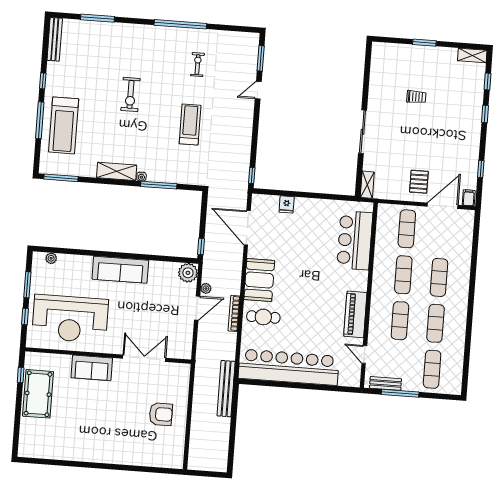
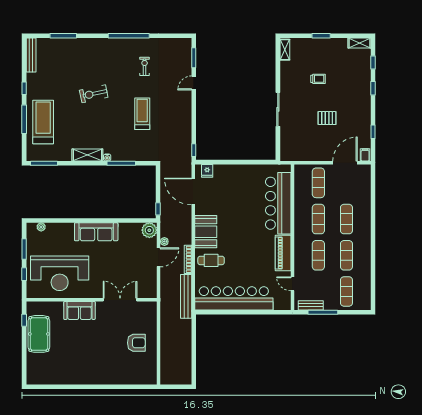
exercise bike: (130, 94) -> (94, 94), turned 78
treadmill: (64, 125) -> (43, 122), turned 180
pallet: (419, 182) -> (327, 118), moved, turned 90
shelving: (367, 185) -> (285, 50), moved
fridge: (287, 204) -> (207, 171), moved
bar counter: (355, 240) -> (278, 203), width x1.36
bench: (226, 389) -> (186, 296), moved

